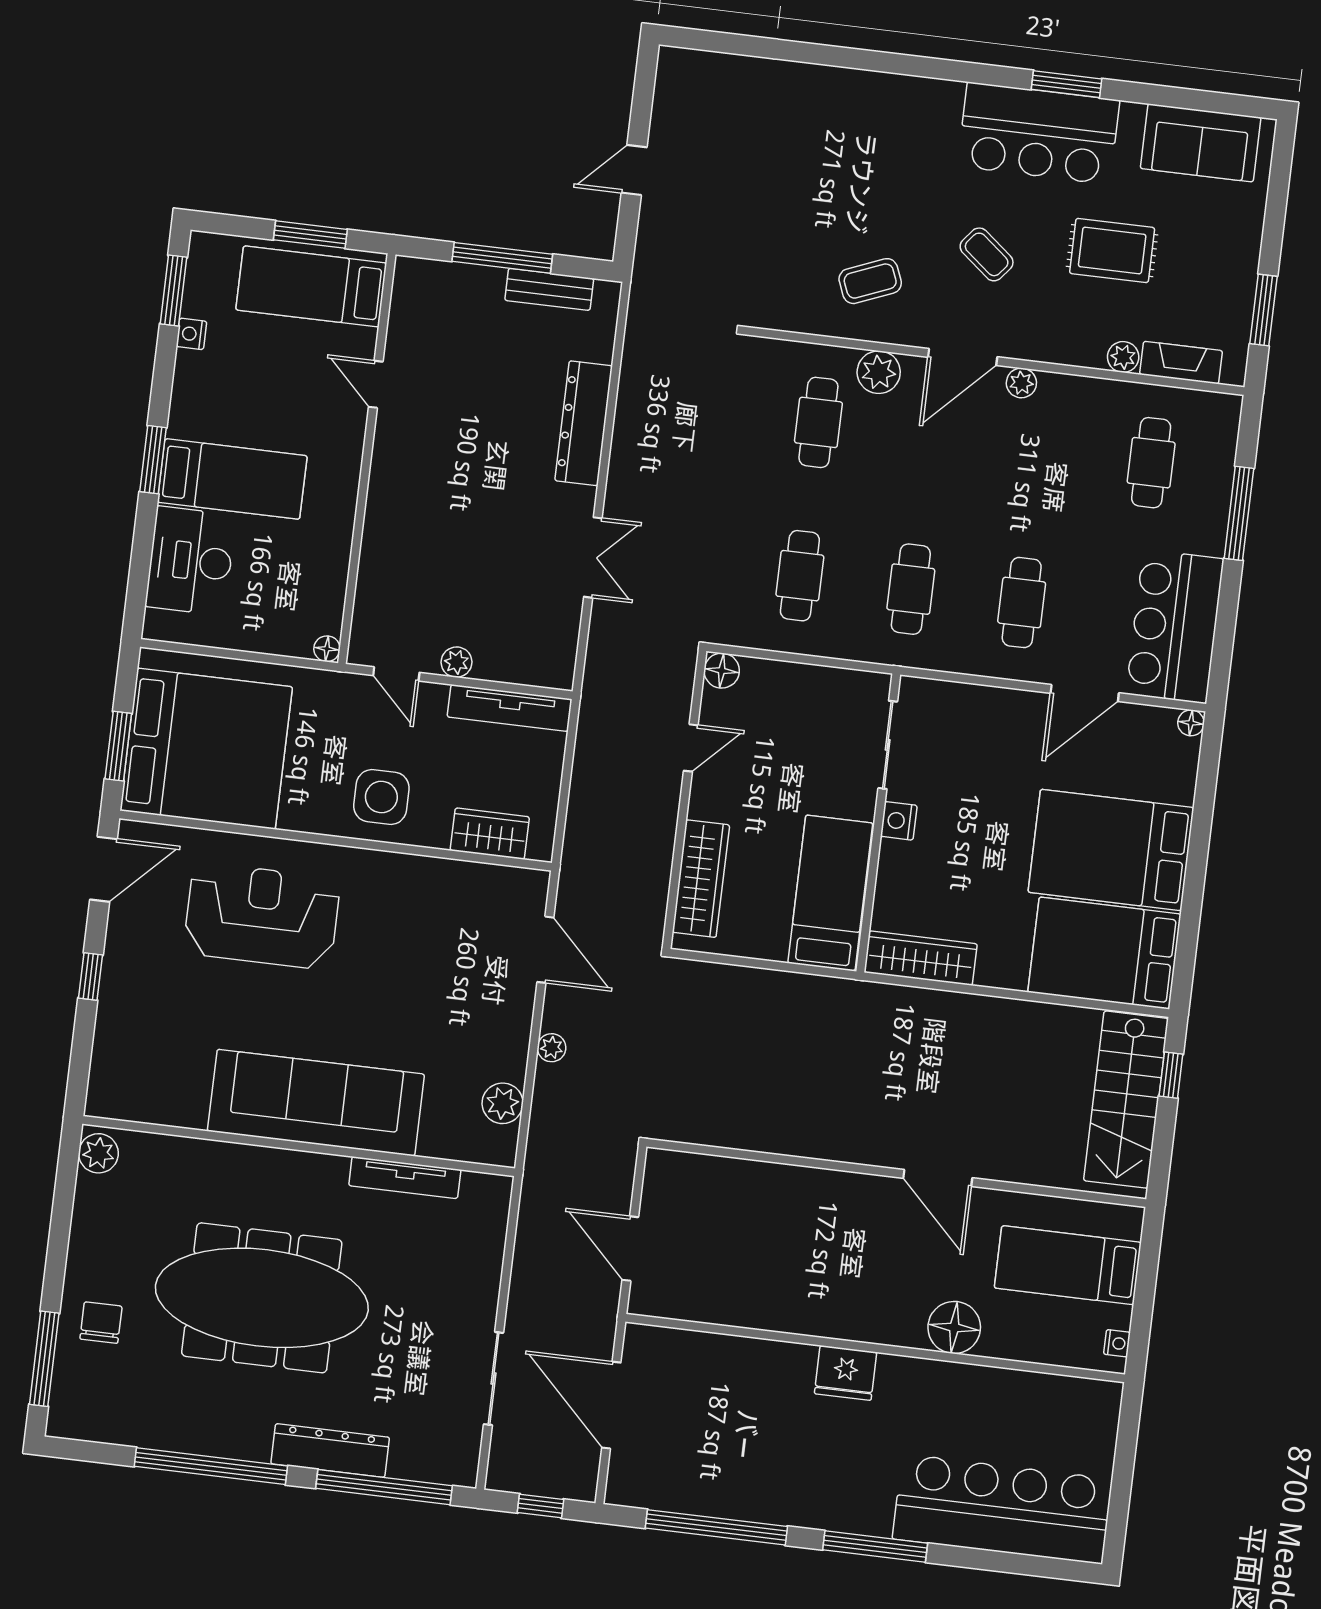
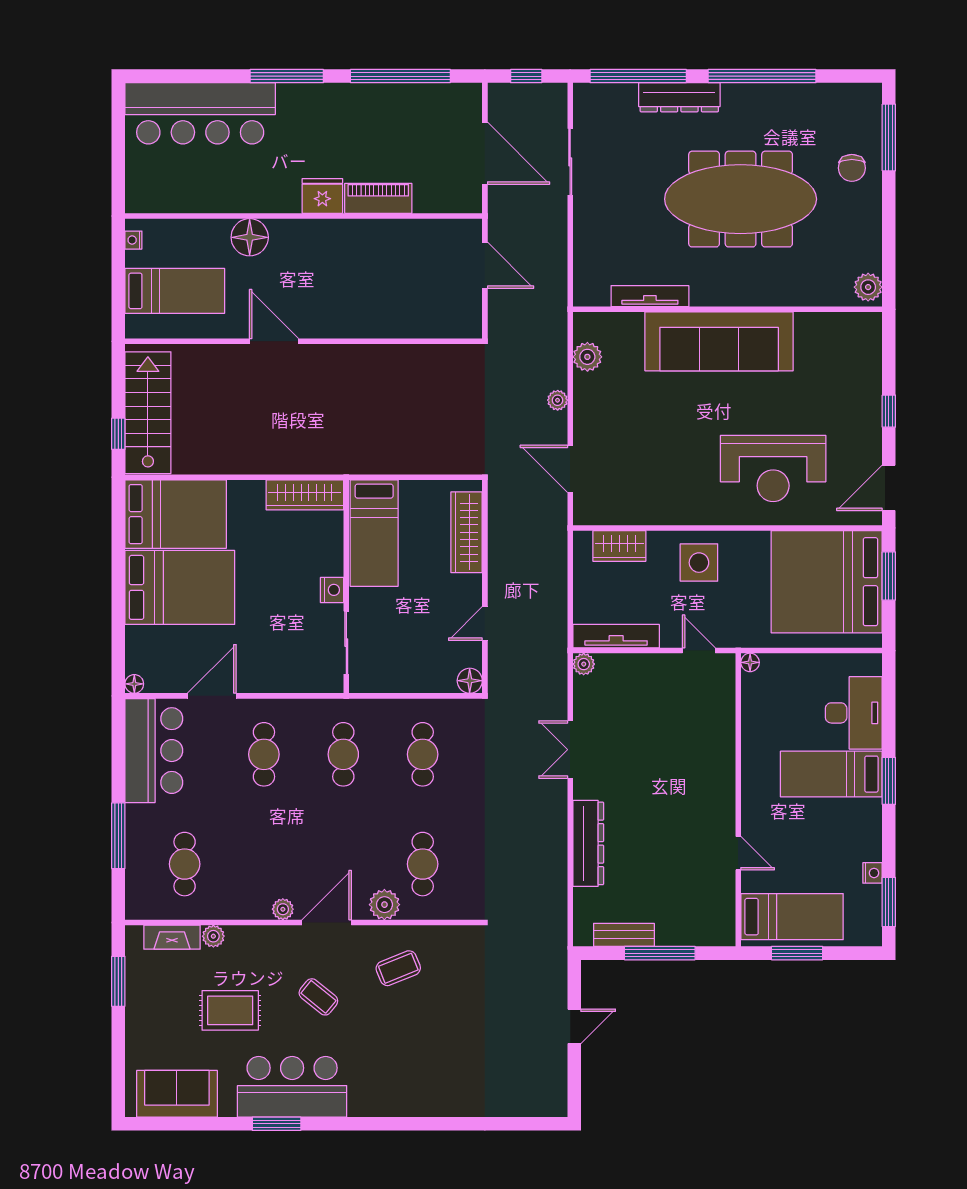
plant: (456, 662) -> (584, 664), moved
piano: (768, 1360) -> (378, 198), added

